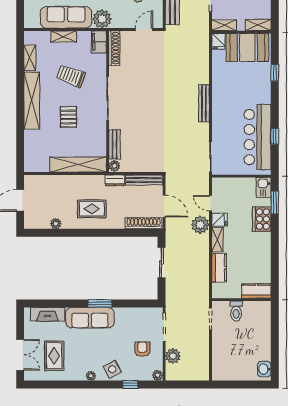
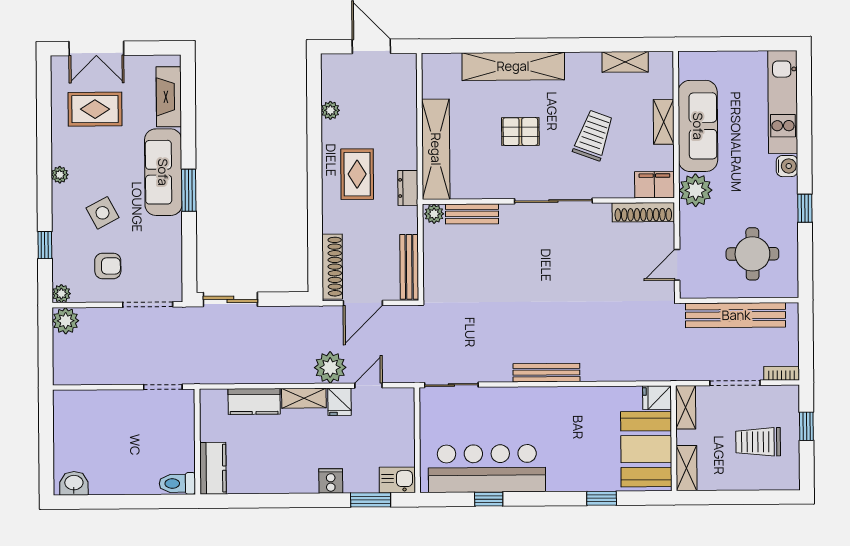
door: (144, 29) -> (677, 265), swing flipped
shelving: (32, 101) -> (513, 66), moved
dresser: (115, 180) -> (408, 188), moved
cooker: (262, 219) -> (331, 481), width x0.53, depth x0.76
sliding door: (162, 262) -> (230, 299), moved
toilet: (236, 311) -> (177, 483), moved
plant: (173, 356) -> (66, 321), moved
side table: (112, 369) -> (102, 213), moved

